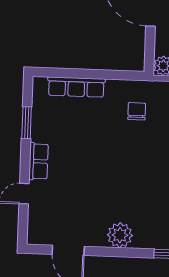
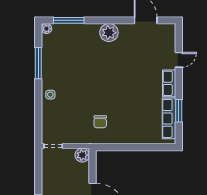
row of seats: (76, 87) -> (169, 118), moved, turned -90

